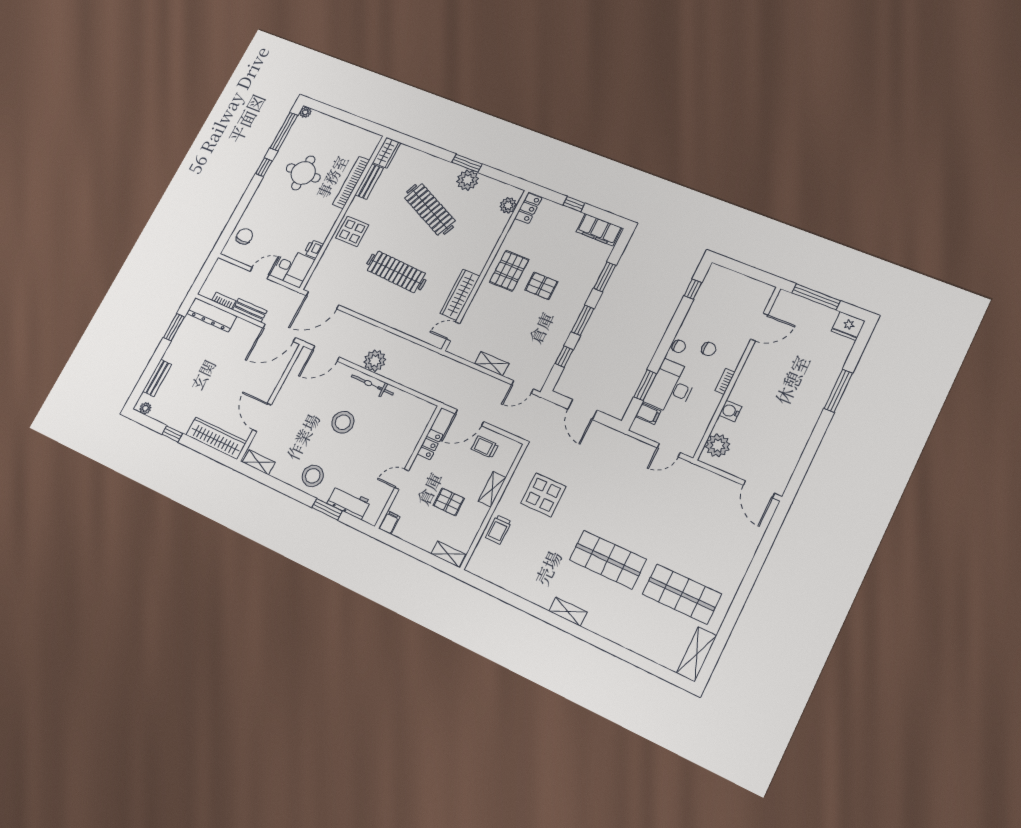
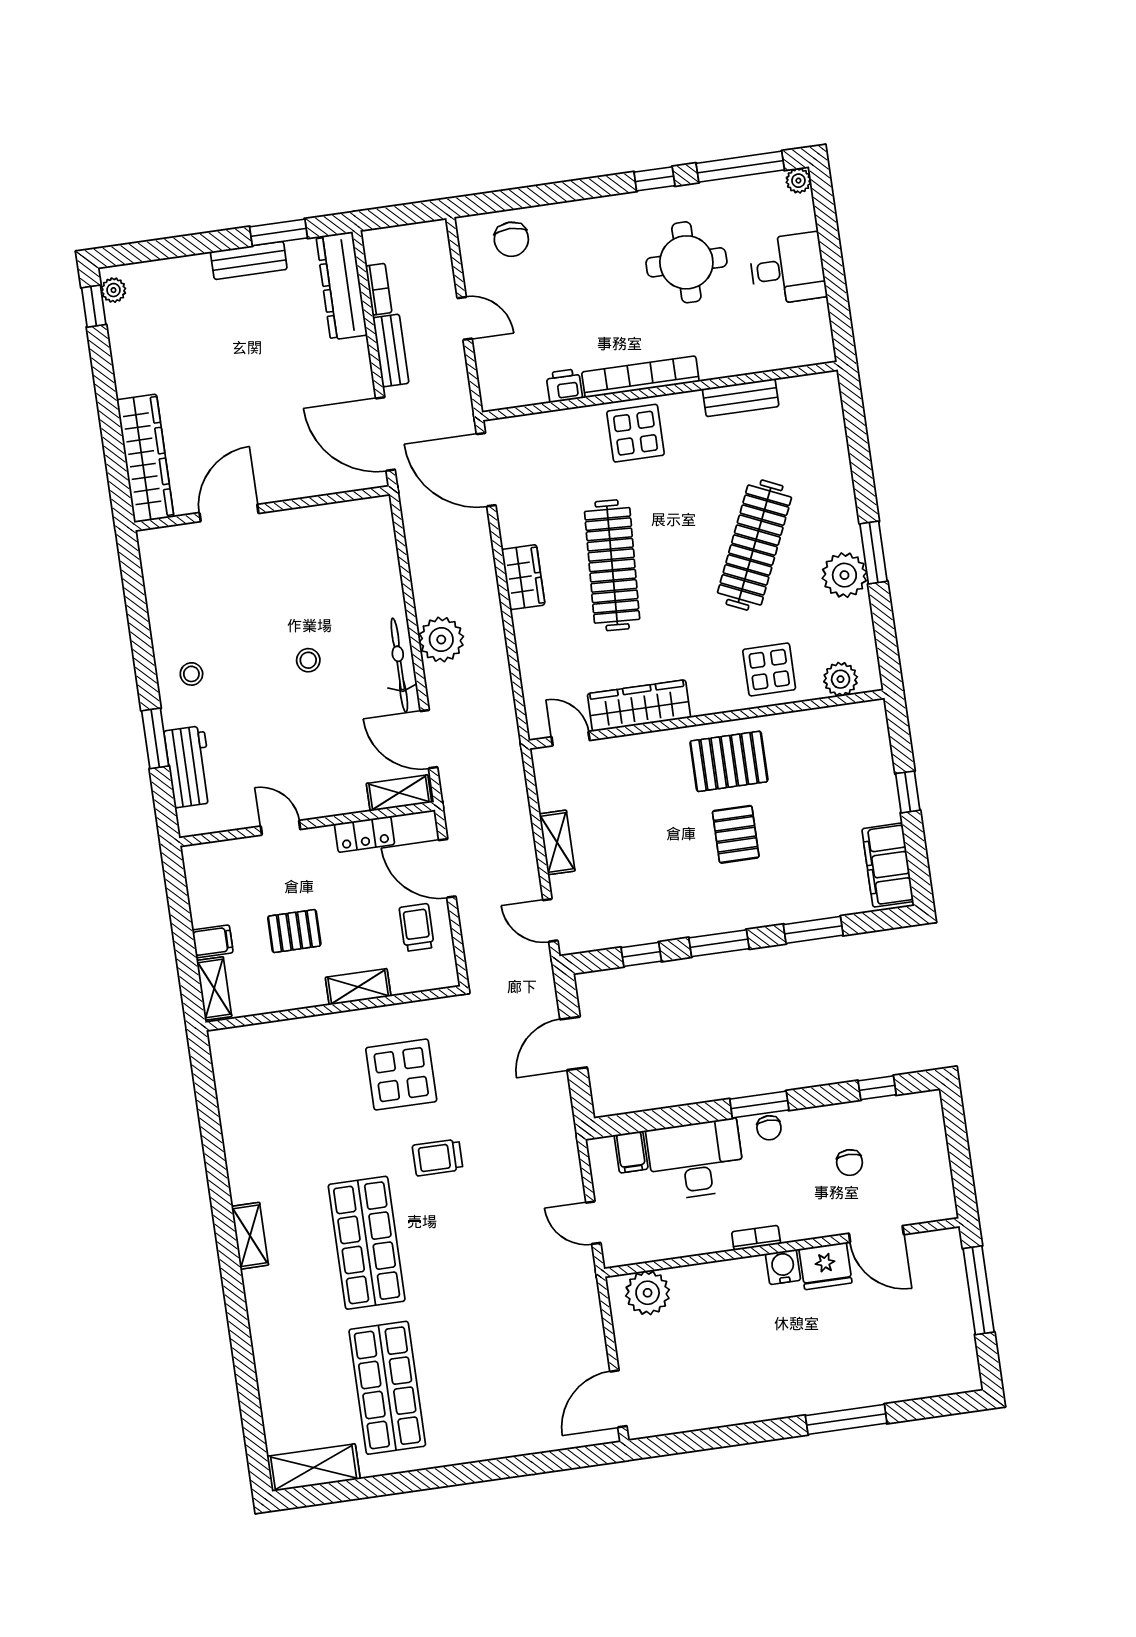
wardrobe: (387, 153) -> (523, 577), moved, turned -90
bookcase: (351, 182) -> (640, 377), moved
locker: (528, 208) -> (856, 718), removed
display table: (483, 232) -> (769, 669), added
chair: (244, 236) -> (511, 239), turned 90
desk: (293, 268) -> (788, 269), moved, turned -90
fridge: (848, 326) -> (826, 1266), moved, turned -90
chair: (709, 349) -> (850, 1163), moved
door: (326, 354) -> (429, 739), moved
bench: (157, 378) -> (249, 260), moved
window: (645, 385) -> (759, 1105), moved
water cooler: (730, 411) -> (783, 1267), moved
stool: (343, 422) -> (308, 660), width x0.53, depth x0.53
window: (172, 434) -> (94, 306), moved
shelving: (259, 462) -> (399, 793), moved, turned 90
stool: (313, 476) -> (191, 674), width x0.53, depth x0.53
pallet: (449, 502) -> (294, 931), turned 90
filing cabinet: (389, 522) -> (213, 941), moved
trolley: (498, 530) -> (438, 1157), moved

